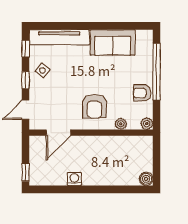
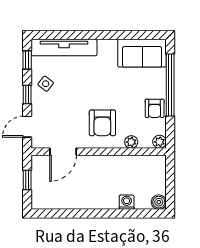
sofa: (113, 42) -> (142, 53), moved
armchair: (142, 93) -> (155, 108), turned -90
window: (26, 172) -> (27, 180), moved
washing machine: (74, 179) -> (127, 202), moved

